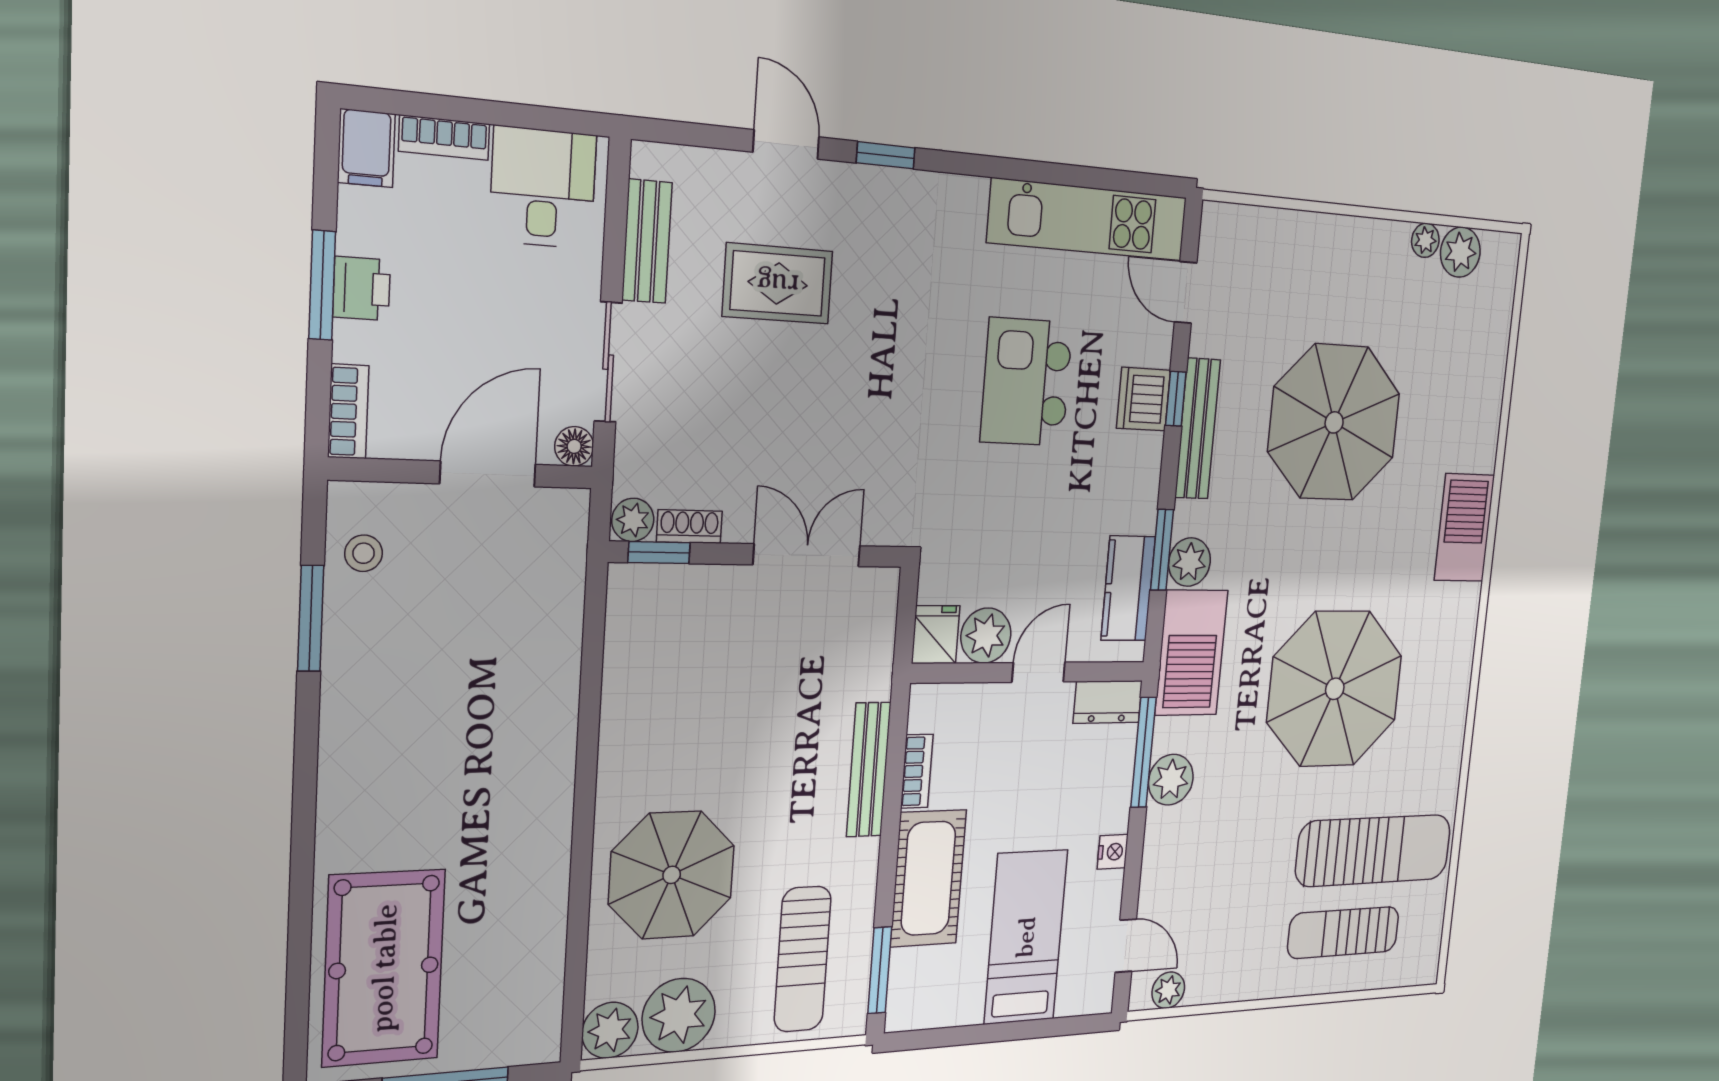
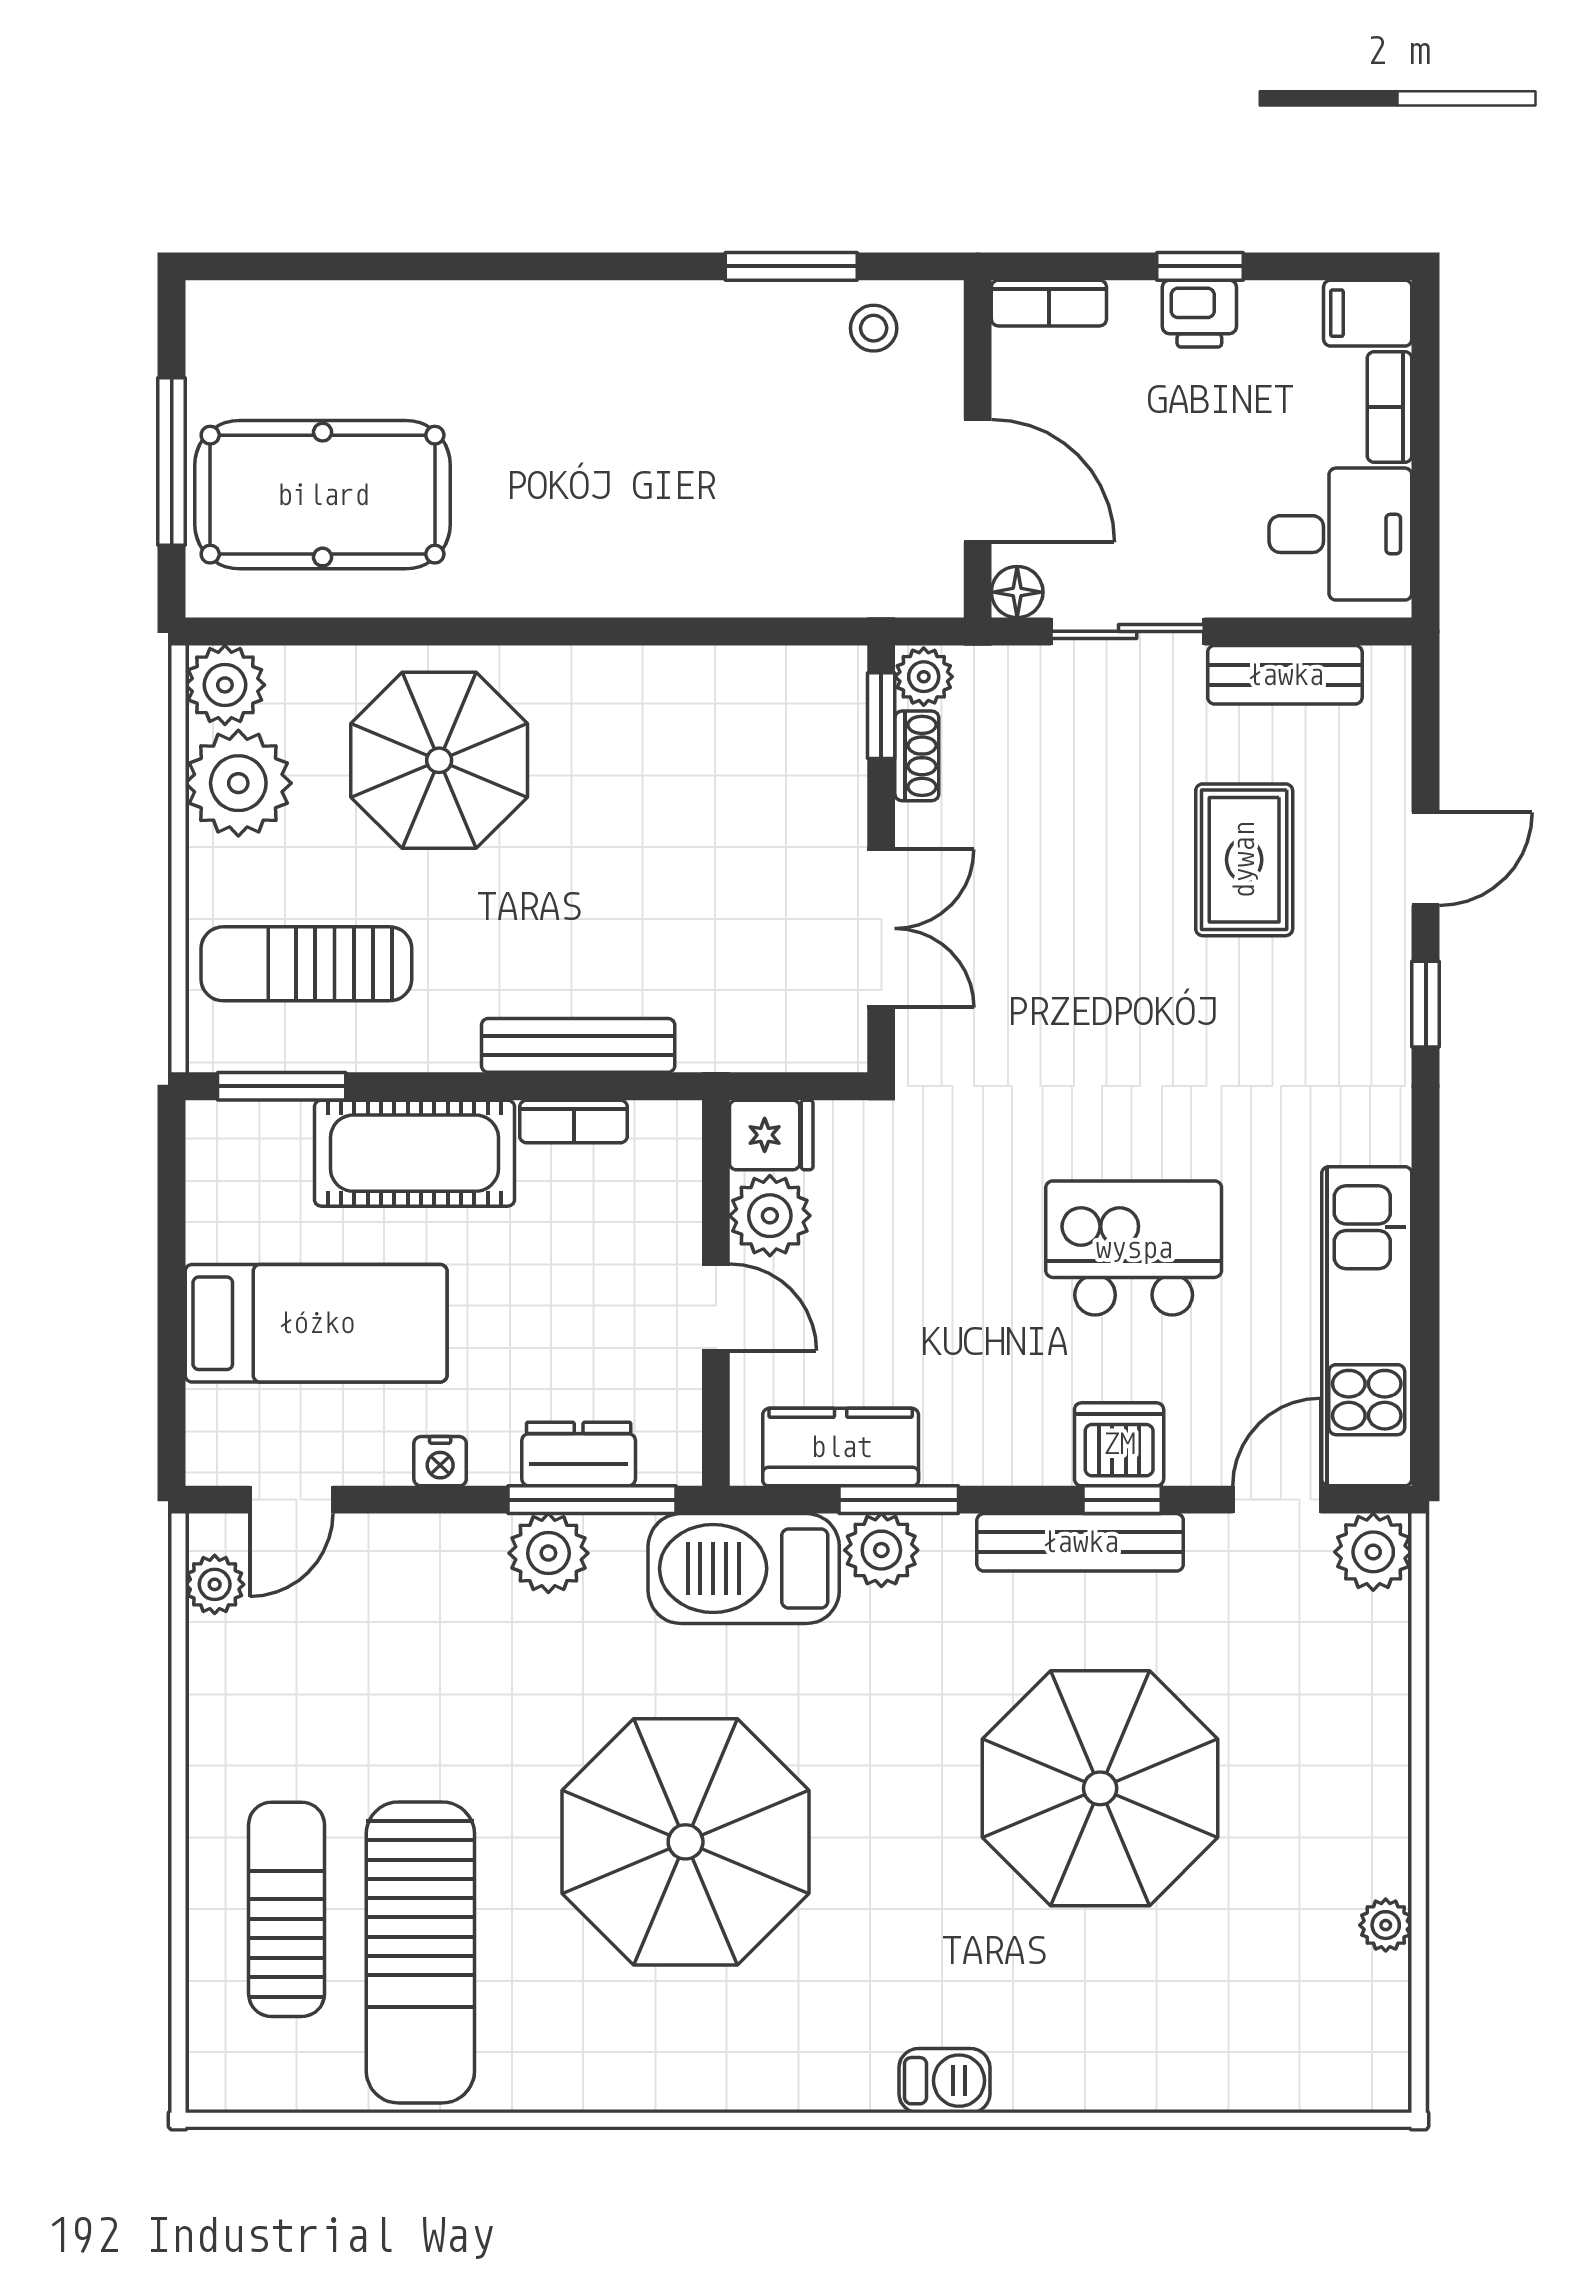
plant: (1460, 252) -> (1373, 1552), moved
window: (322, 285) -> (1200, 266), width x0.67
barbecue: (1464, 528) -> (944, 2081), width x0.53, depth x0.65
dresser: (1108, 702) -> (579, 1454), moved, turned 90
pool table: (384, 968) -> (323, 495), moved

